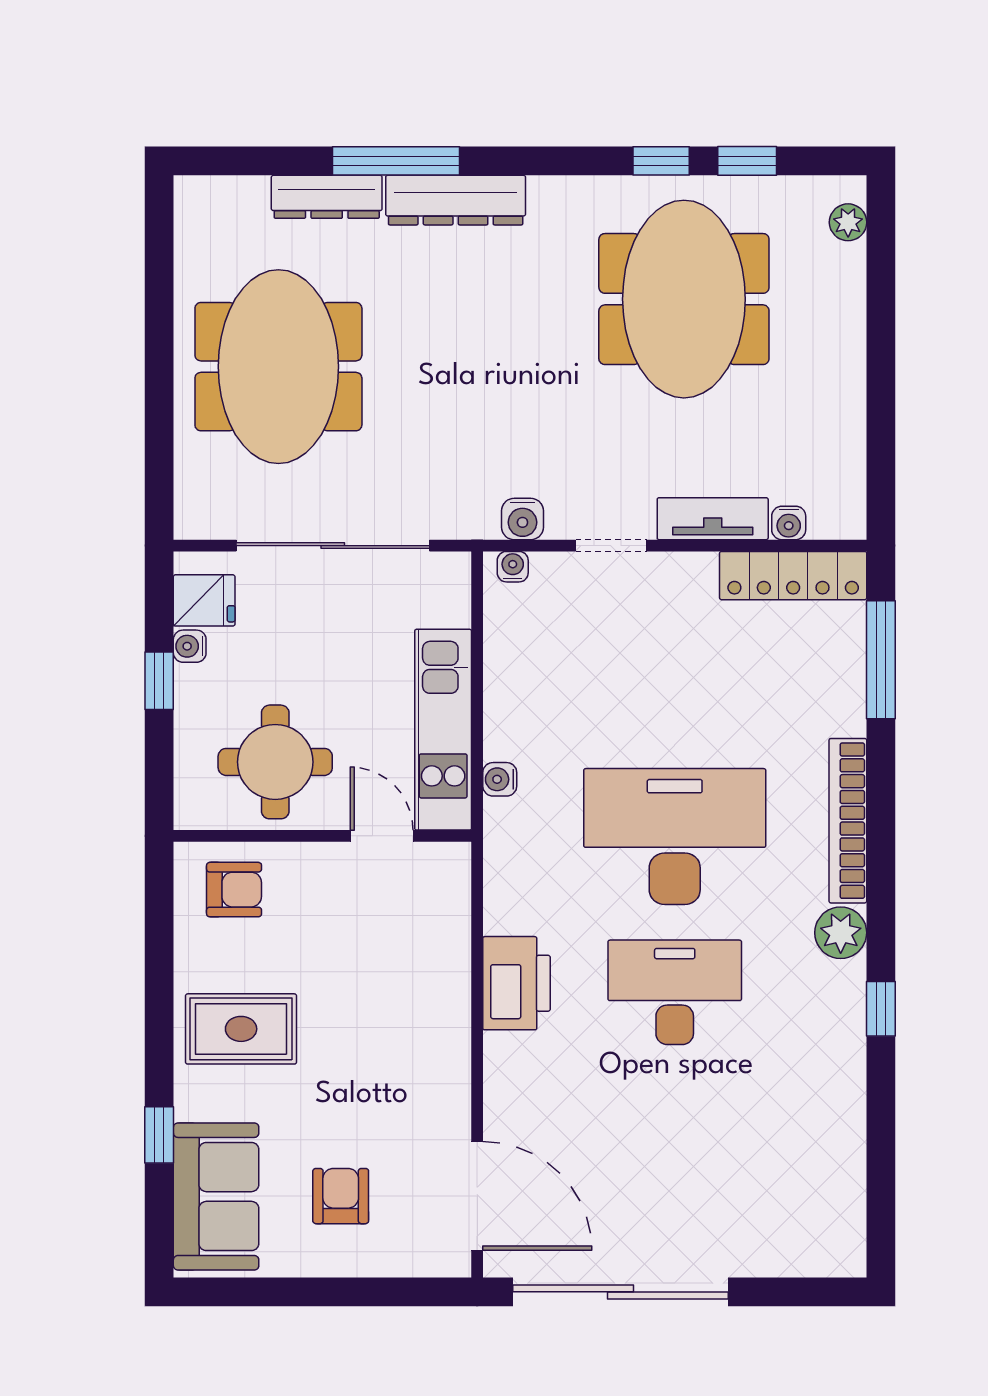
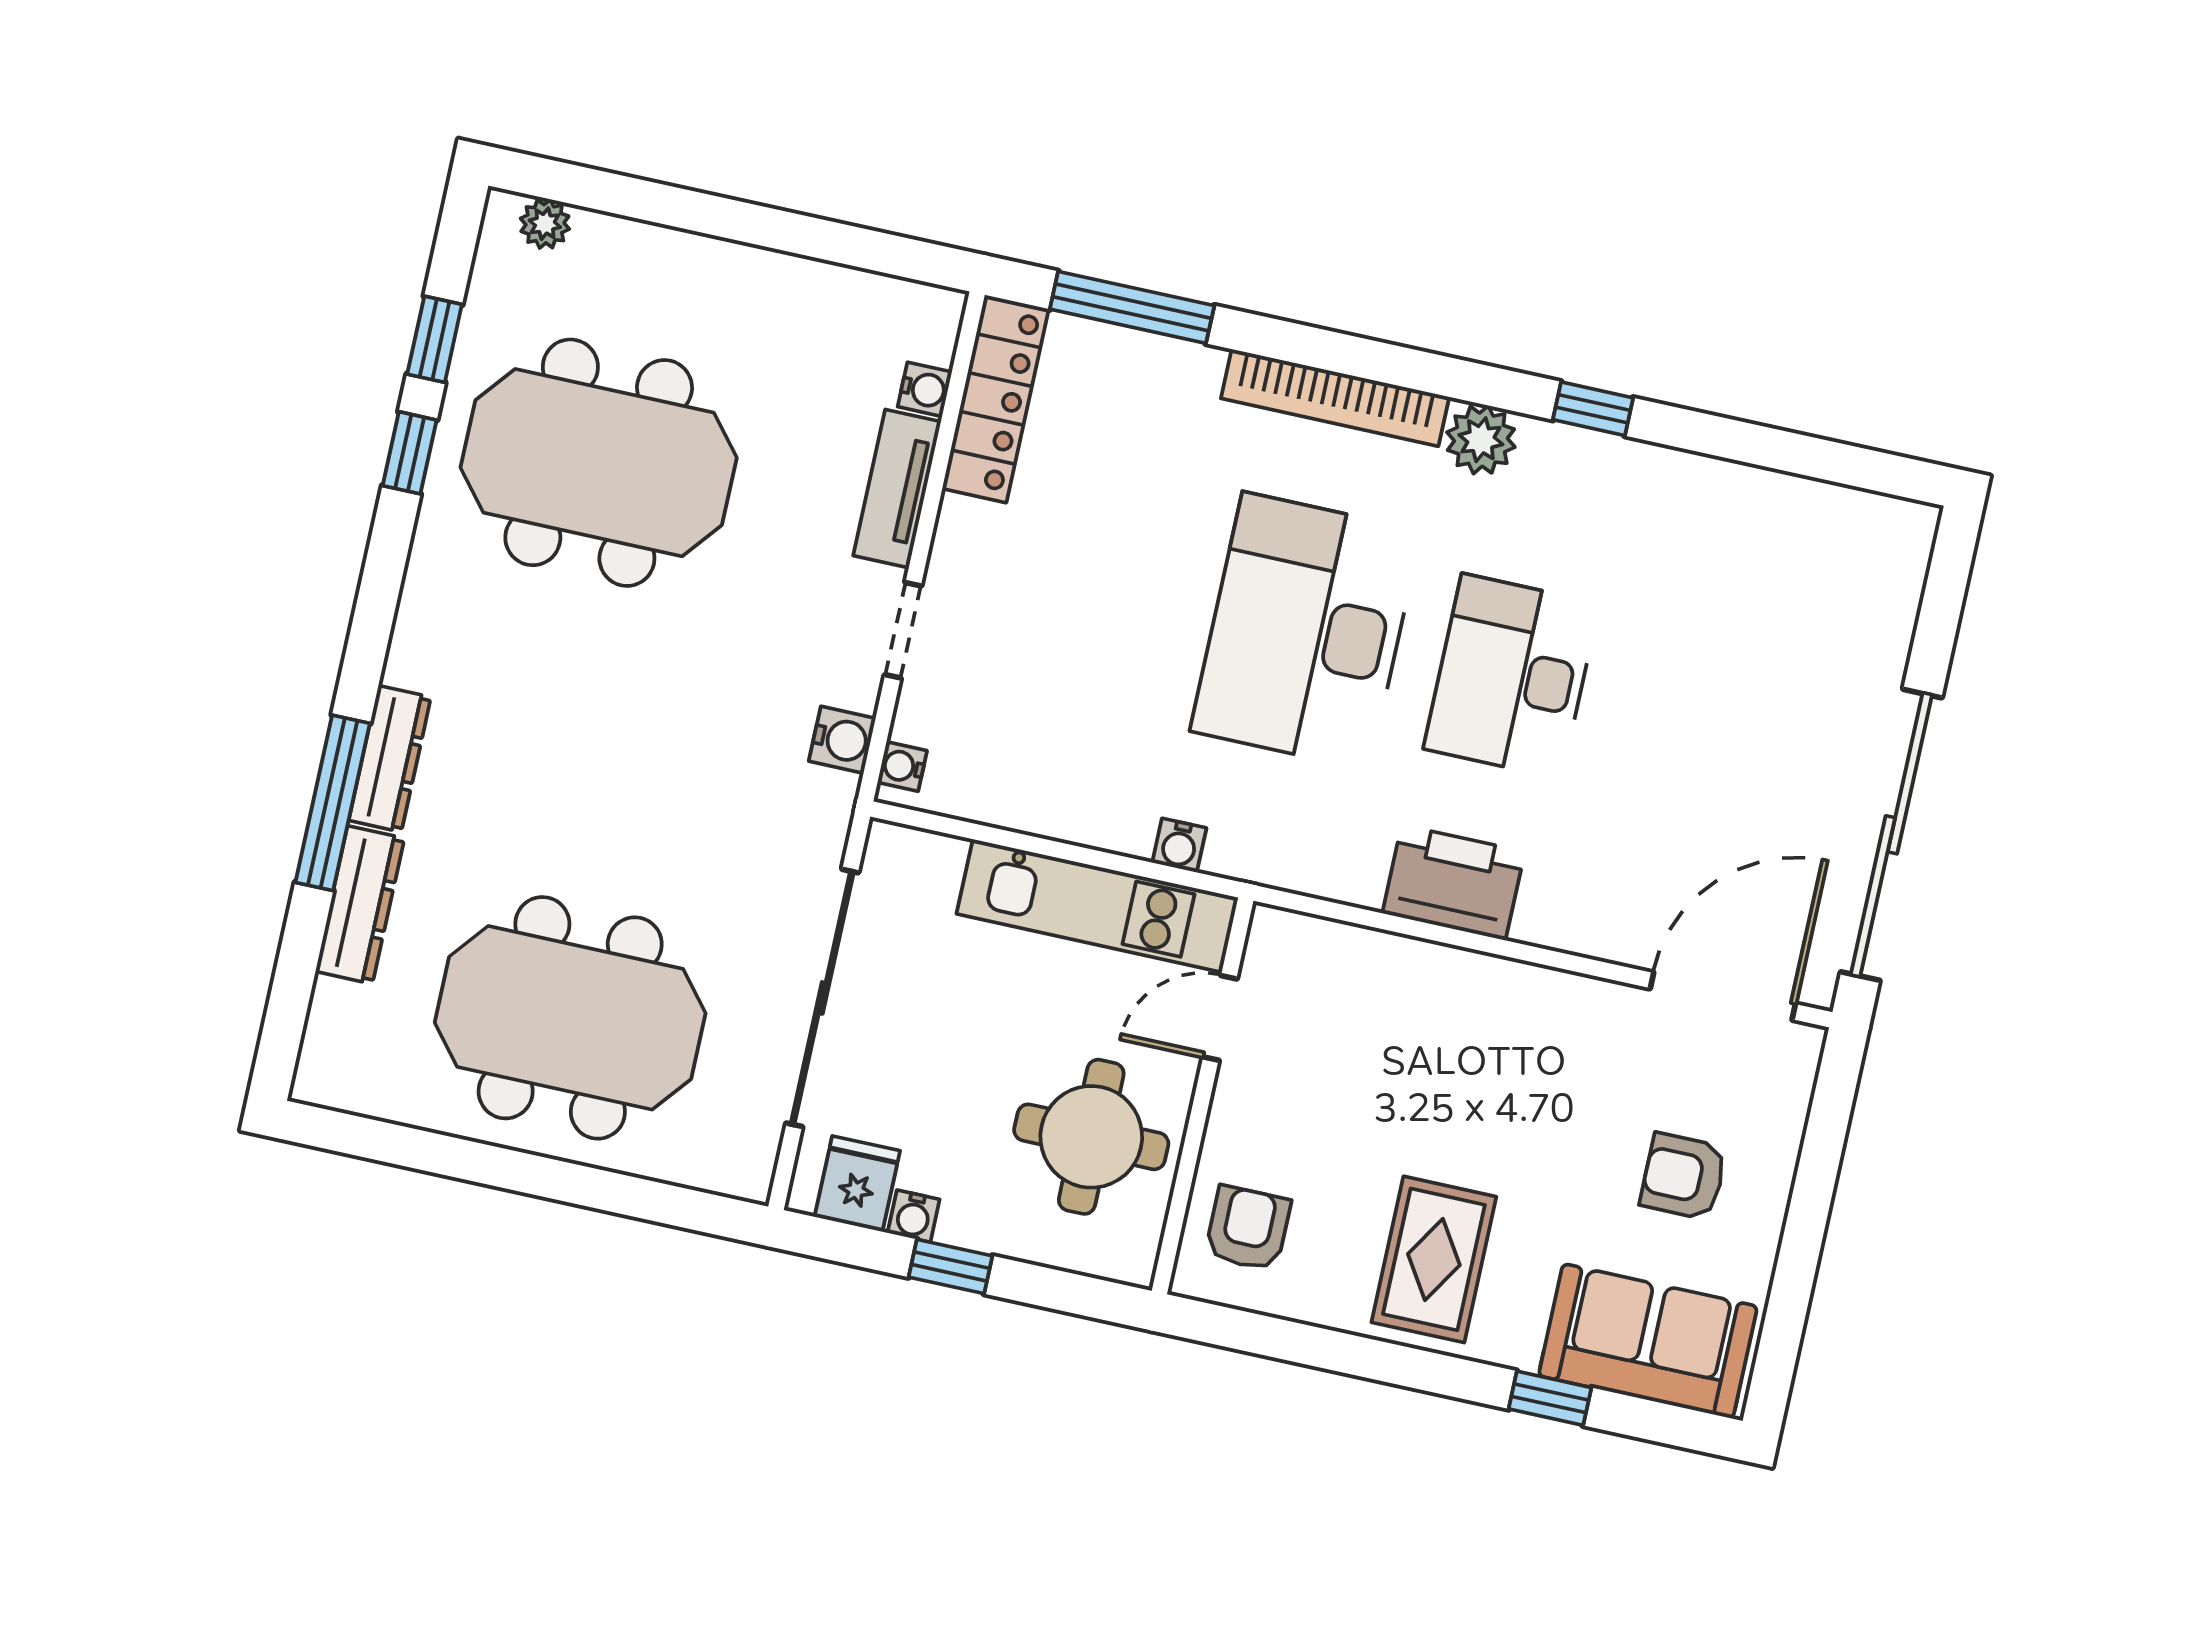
dresser: (456, 200) -> (390, 759), width x0.73, depth x0.80

